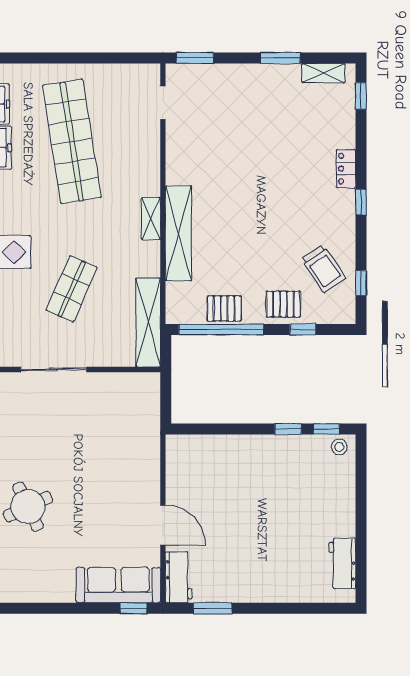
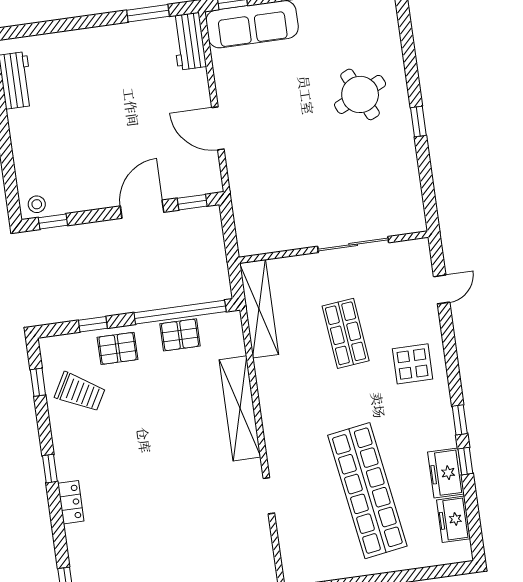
doorway: (163, 103) -> (269, 496), moved
shelving: (151, 219) -> (272, 420), removed
trolley: (323, 269) -> (80, 392), turned 153
shop shelf: (72, 289) -> (346, 333), turned -30
door: (243, 429) -> (142, 209), added
window: (288, 429) -> (192, 202), moved
door: (163, 525) -> (218, 128), moved

